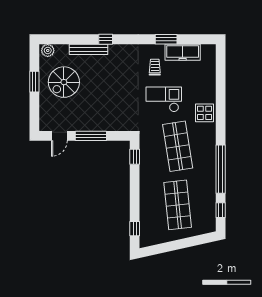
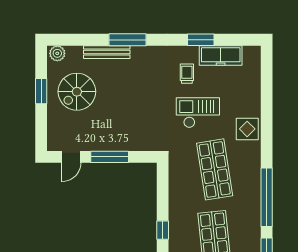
window: (106, 39) -> (128, 40), width x2.17
window: (135, 157) -> (163, 230), moved

